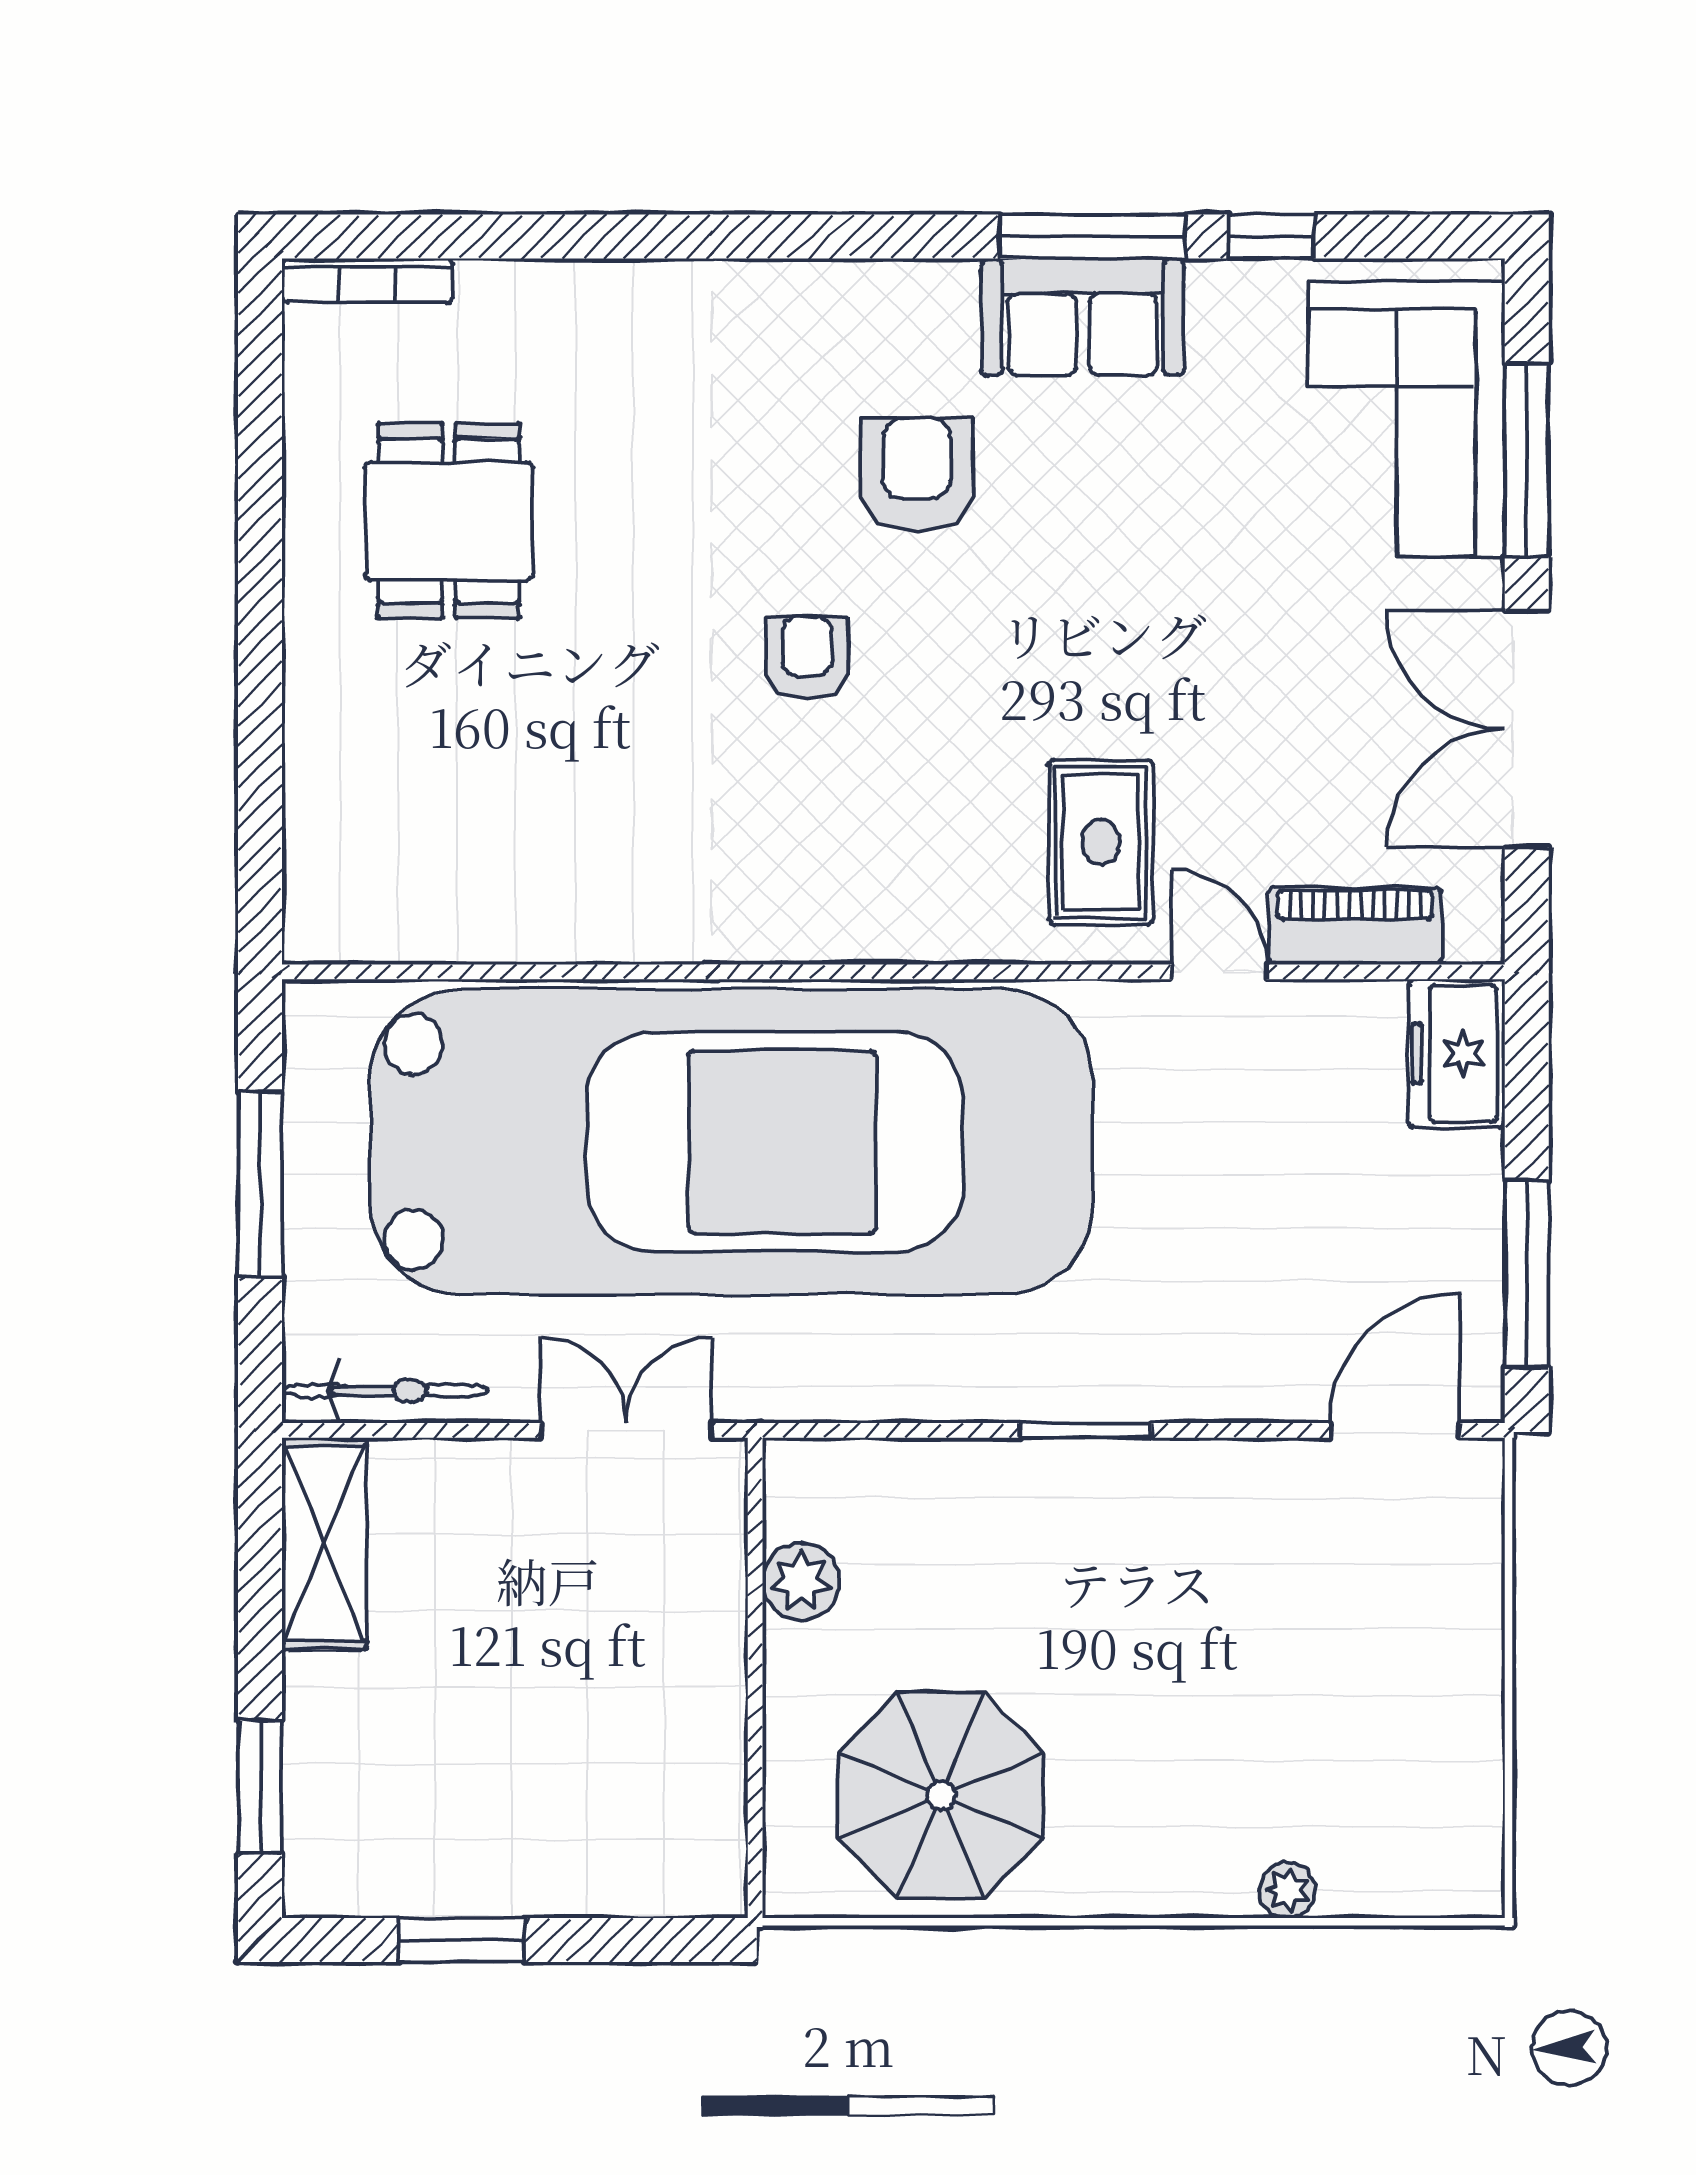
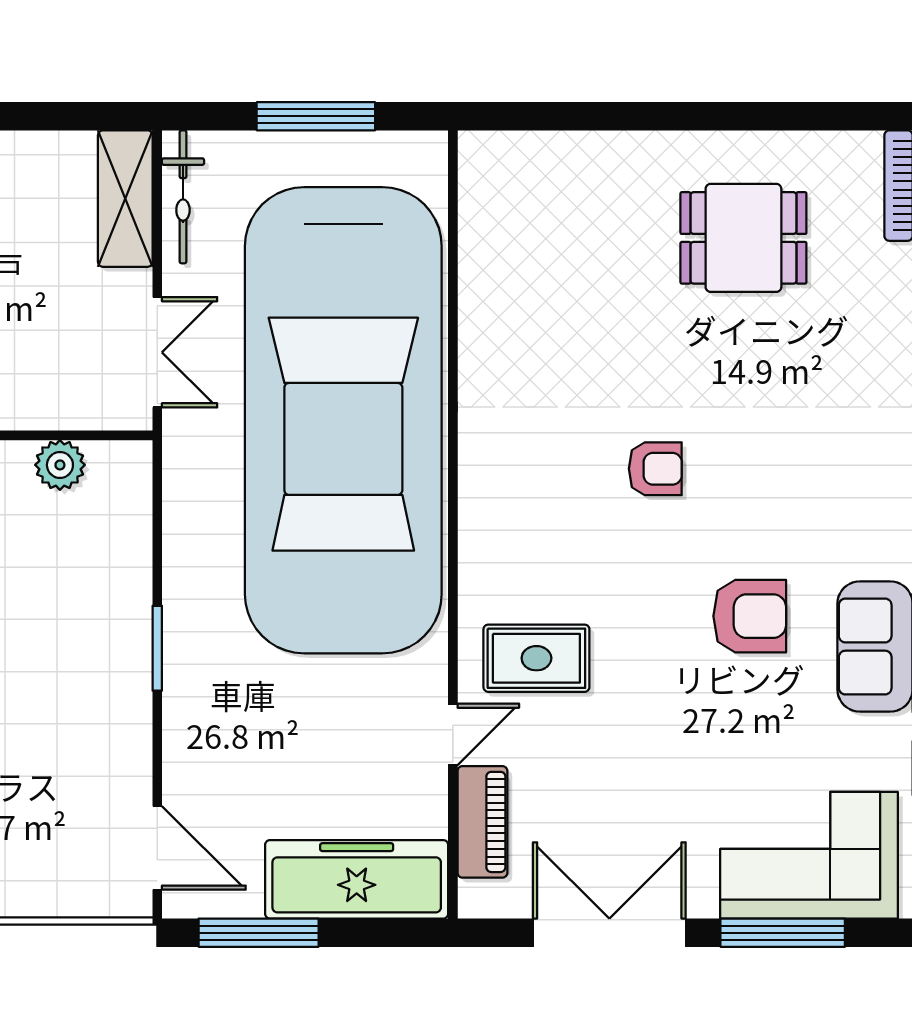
armchair: (917, 474) -> (750, 616), moved
freezer: (1457, 1053) -> (357, 879), width x1.91, depth x1.26
shelving: (324, 1544) -> (125, 199), moved, turned 90

